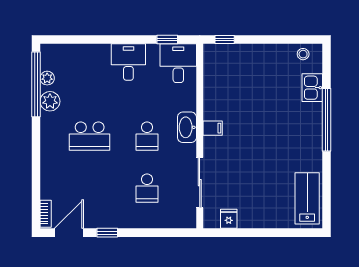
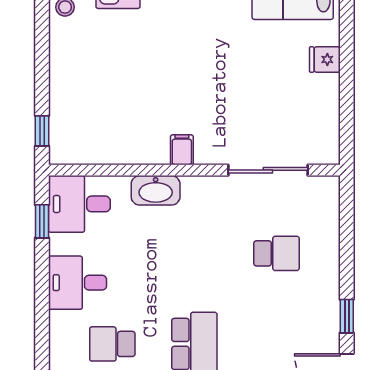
washbasin: (187, 127) -> (156, 190), moved
school desk: (147, 136) -> (112, 344), moved, turned 180
fridge: (229, 219) -> (325, 59), moved

